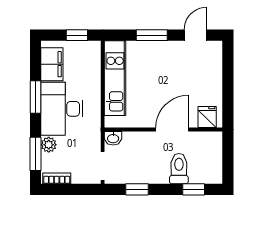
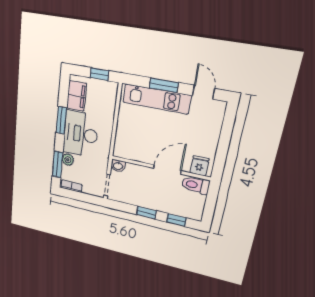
door: (196, 35) -> (203, 92), hinge flipped
kitchen unit: (115, 78) -> (157, 99), moved, turned 90
toilet: (179, 169) -> (195, 185), moved, turned -90
window: (137, 189) -> (146, 213), moved

